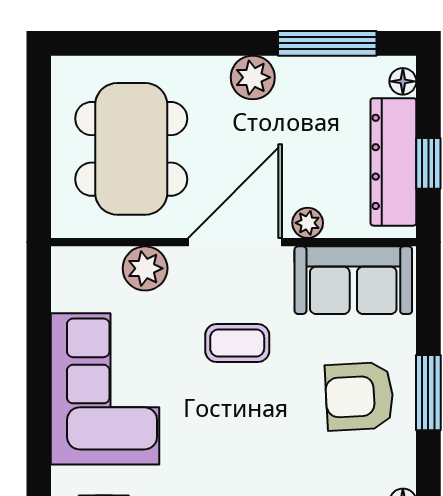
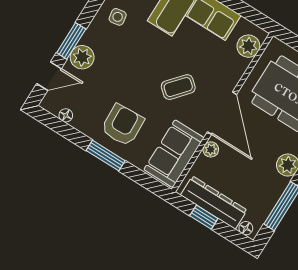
plant: (145, 268) -> (248, 46), moved
coffee table: (237, 343) -> (178, 87), turned 41

